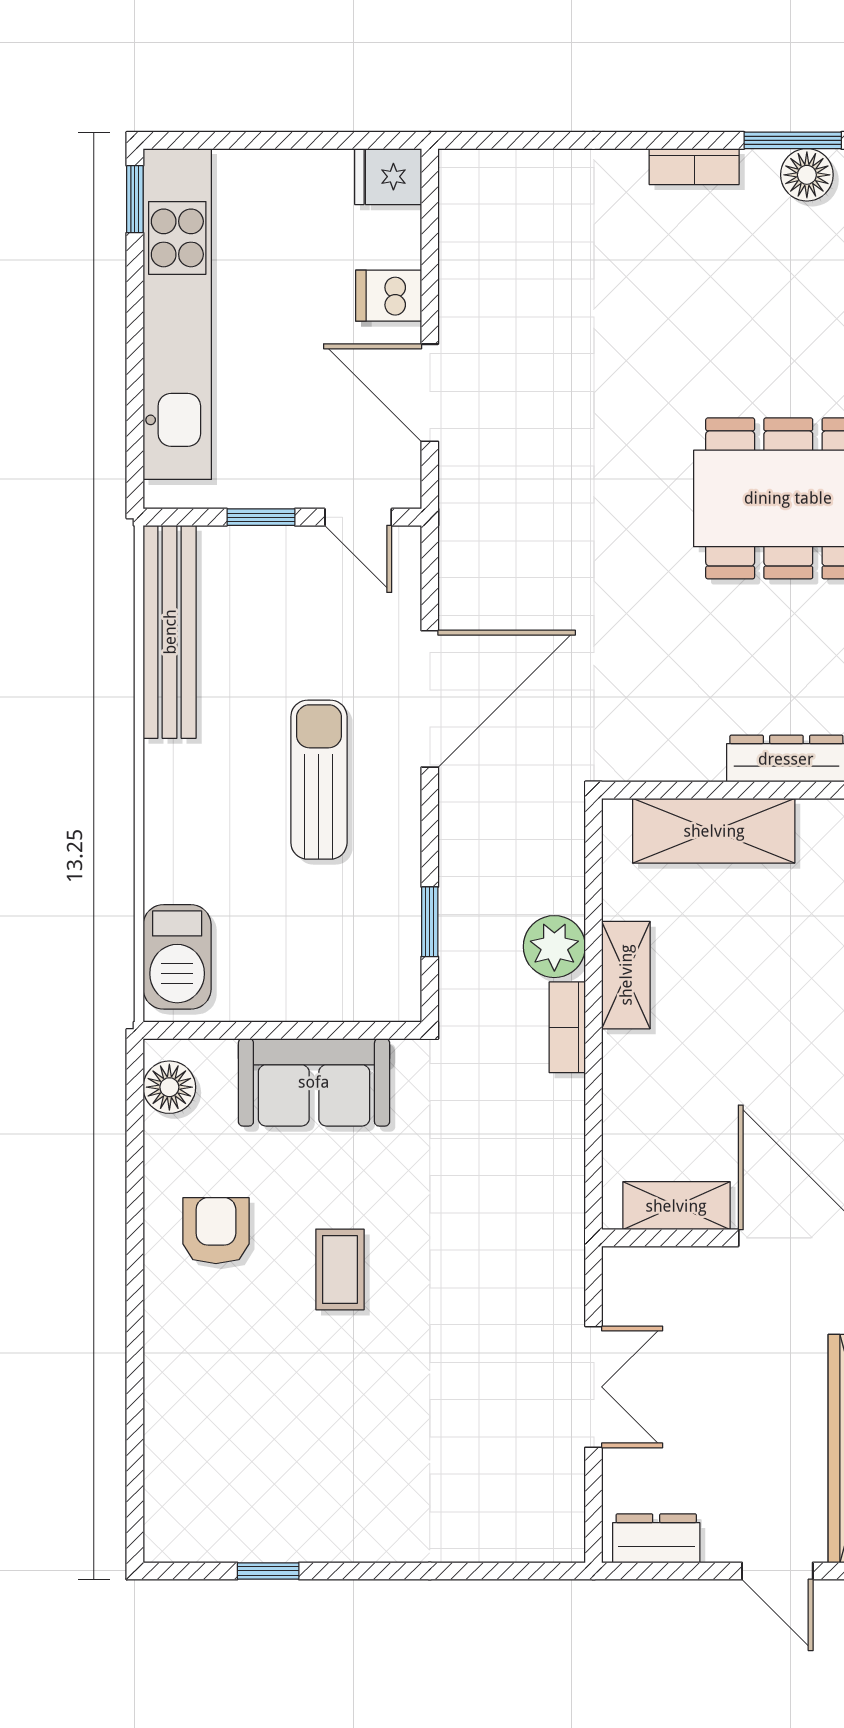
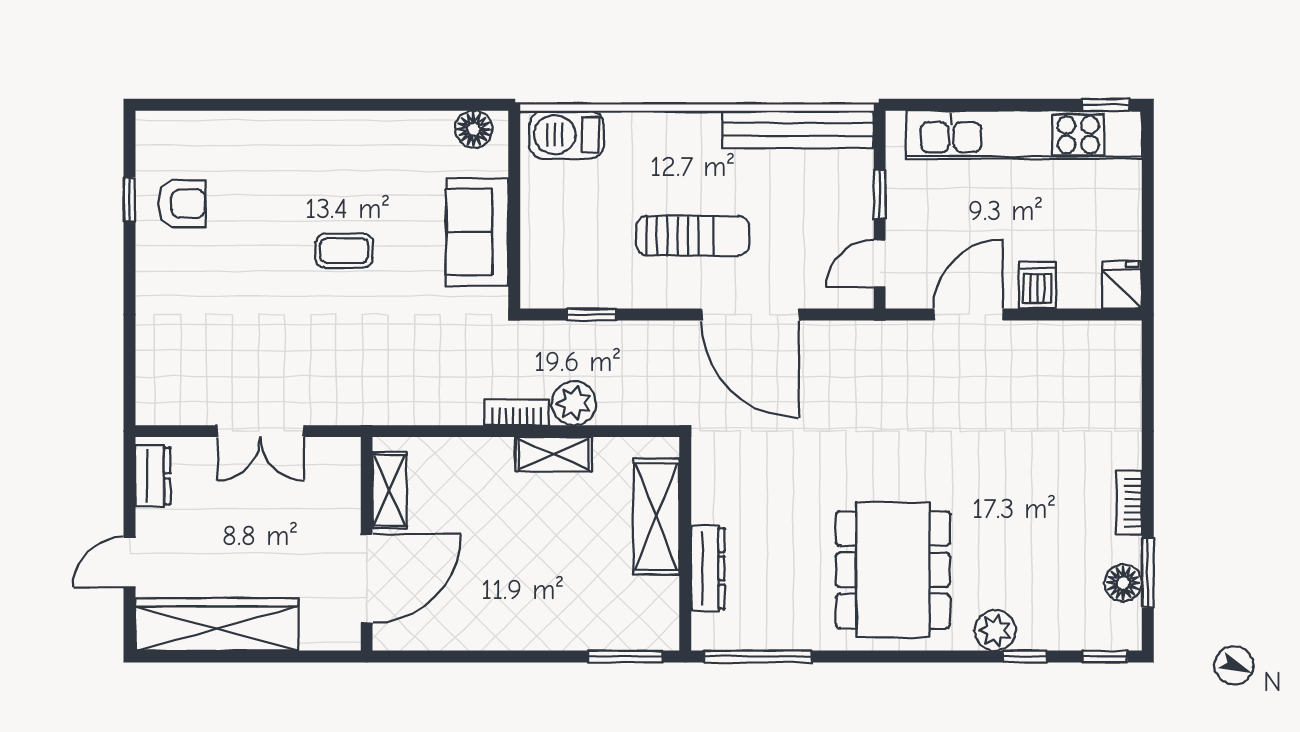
armchair: (216, 1231) -> (182, 204), moved

